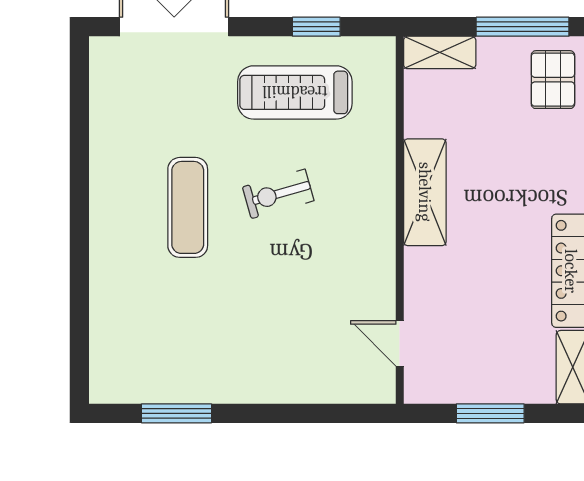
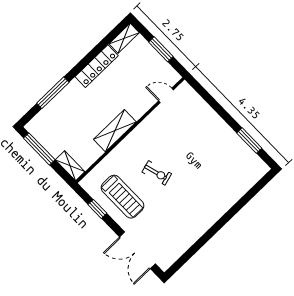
pallet: (553, 80) -> (46, 125), removed
exercise mat: (188, 207) -> (186, 195), removed
door: (400, 343) -> (166, 95), swing flipped

